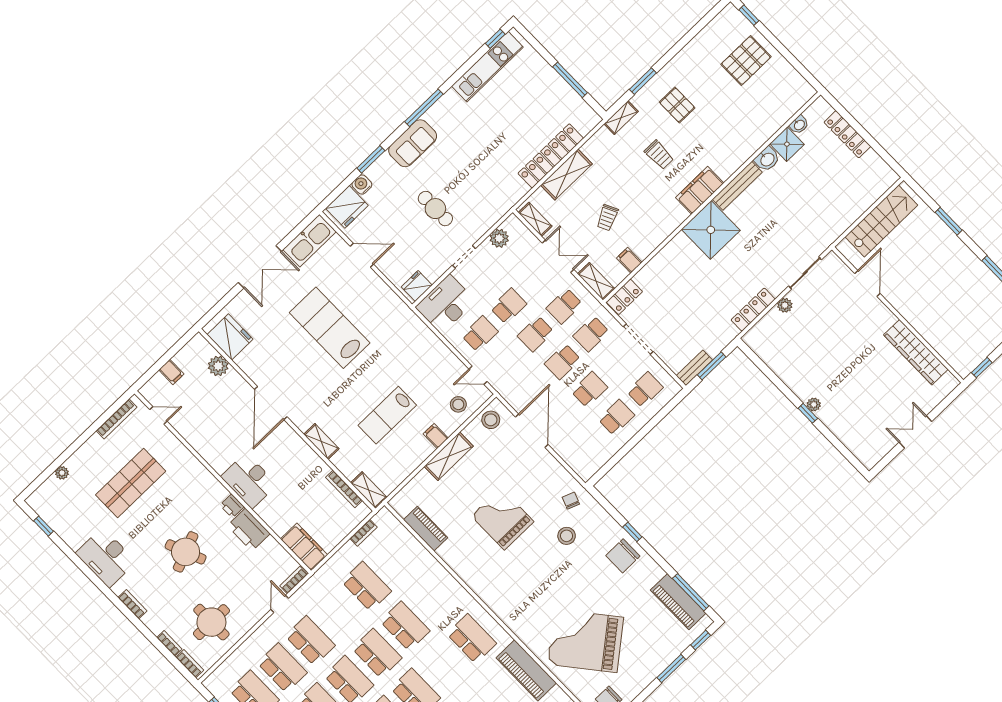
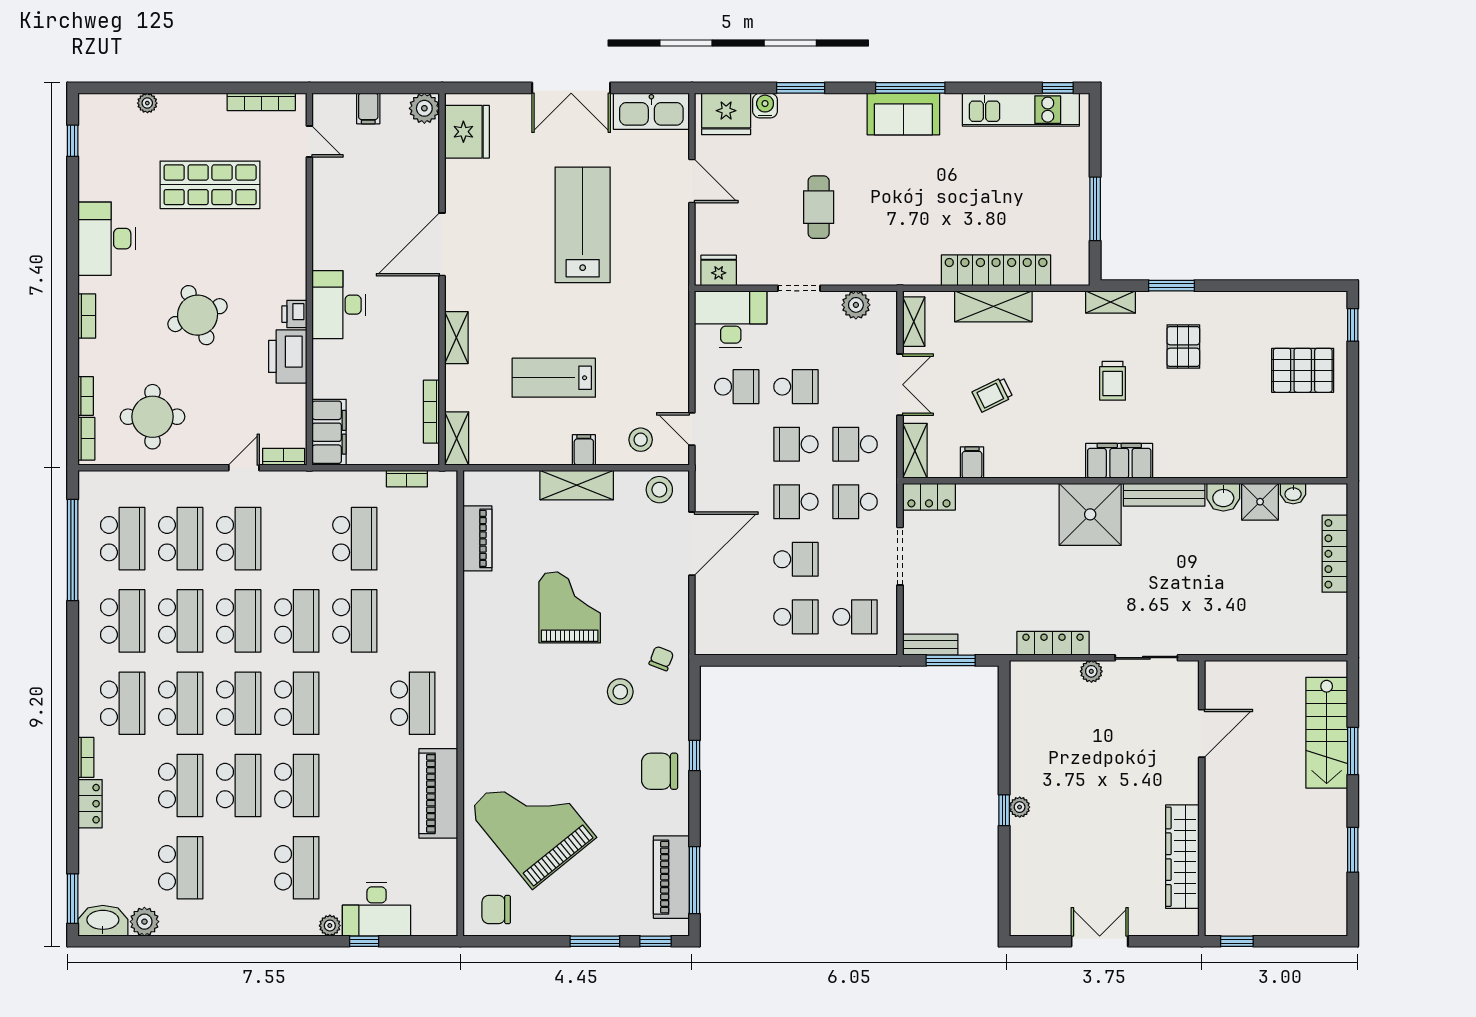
sofa: (413, 143) -> (903, 114), moved
stairs: (881, 221) -> (1327, 733), moved, turned 90
plant: (218, 366) -> (424, 108), moved

